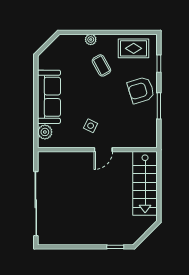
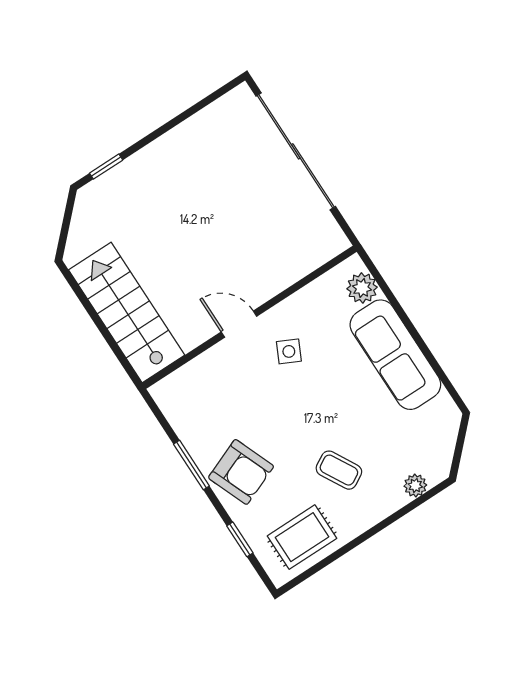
plant: (91, 39) -> (415, 486), moved
armchair: (141, 90) -> (241, 472), turned 85
door: (103, 150) -> (239, 324), hinge flipped

